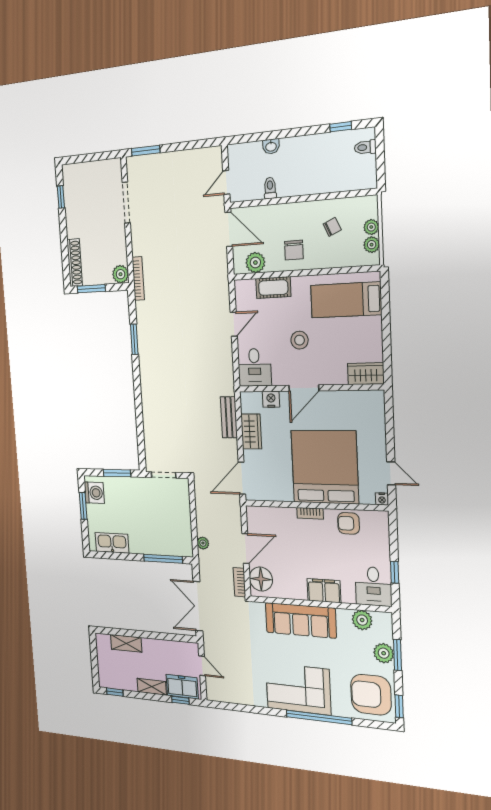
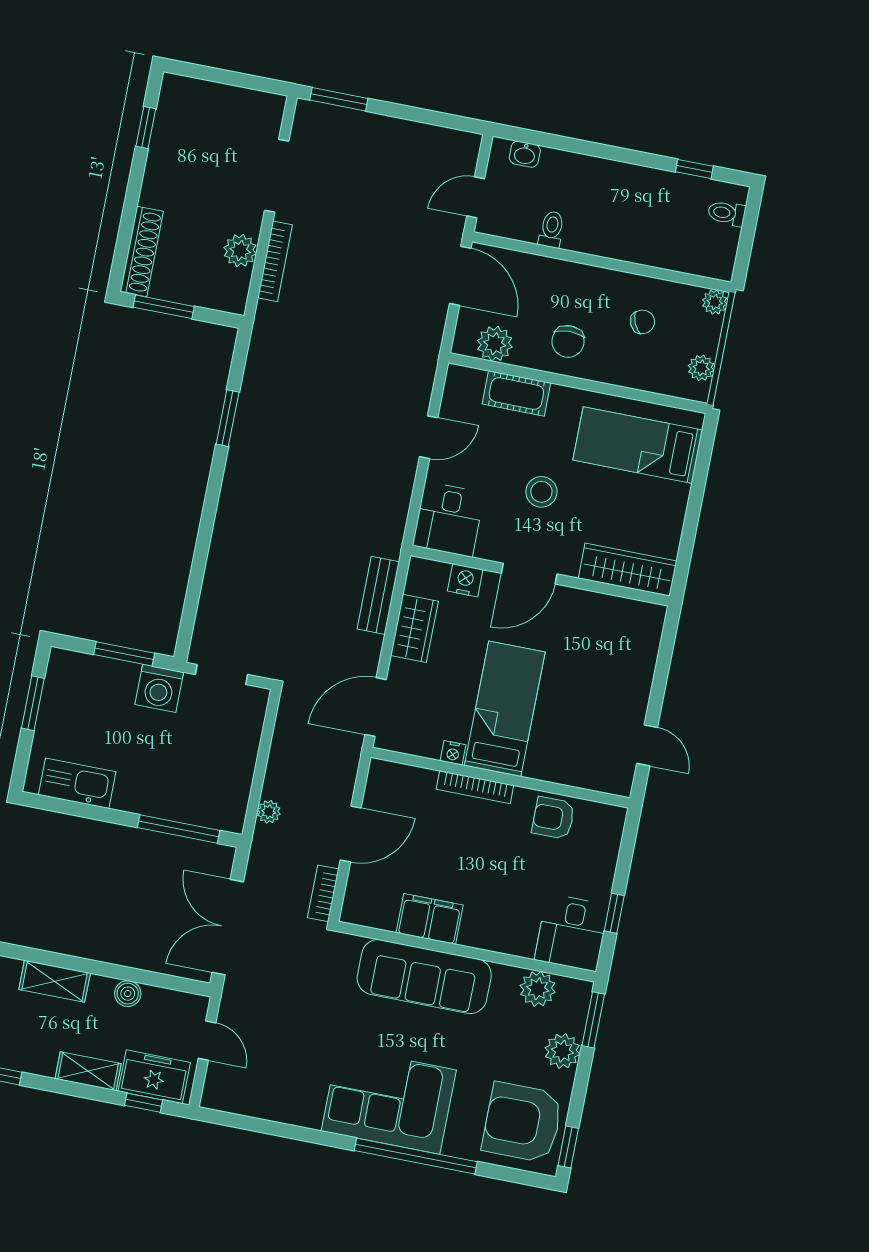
washbasin: (271, 146) -> (525, 154), moved
plant: (371, 227) -> (715, 302), moved
plant: (121, 274) -> (240, 251), moved
bookcase: (138, 279) -> (275, 261), moved
wardrobe: (366, 374) -> (628, 570), width x1.50
bed: (325, 467) -> (505, 709), width x0.49
washing machine: (94, 493) -> (159, 688), moved, turned 90
nightstand: (382, 499) -> (453, 753), moved
bookcase: (310, 513) -> (475, 787), width x1.56
floor lamp: (261, 579) -> (367, 893), removed
filing cabinet: (324, 591) -> (430, 919), moved
boiler: (160, 646) -> (128, 994), added
window: (397, 655) -> (593, 1020), moved

